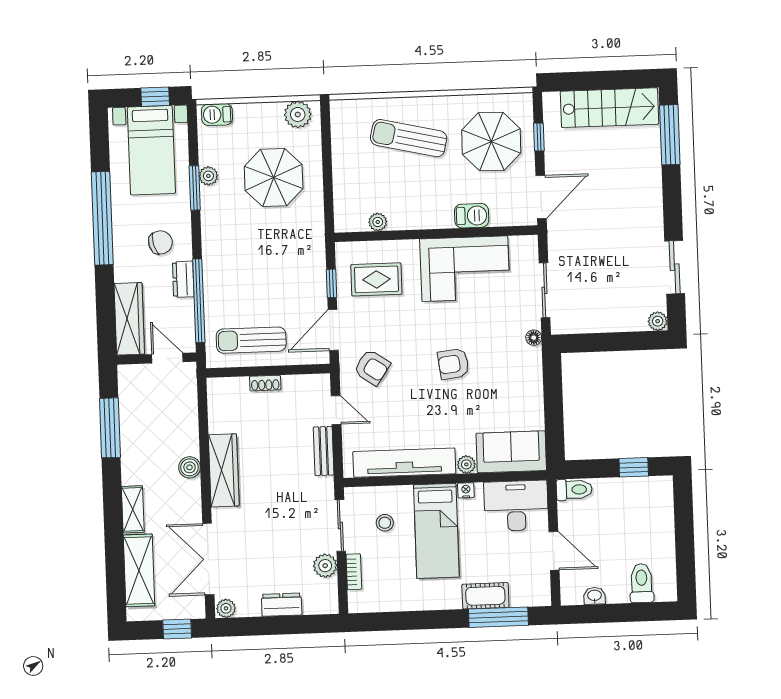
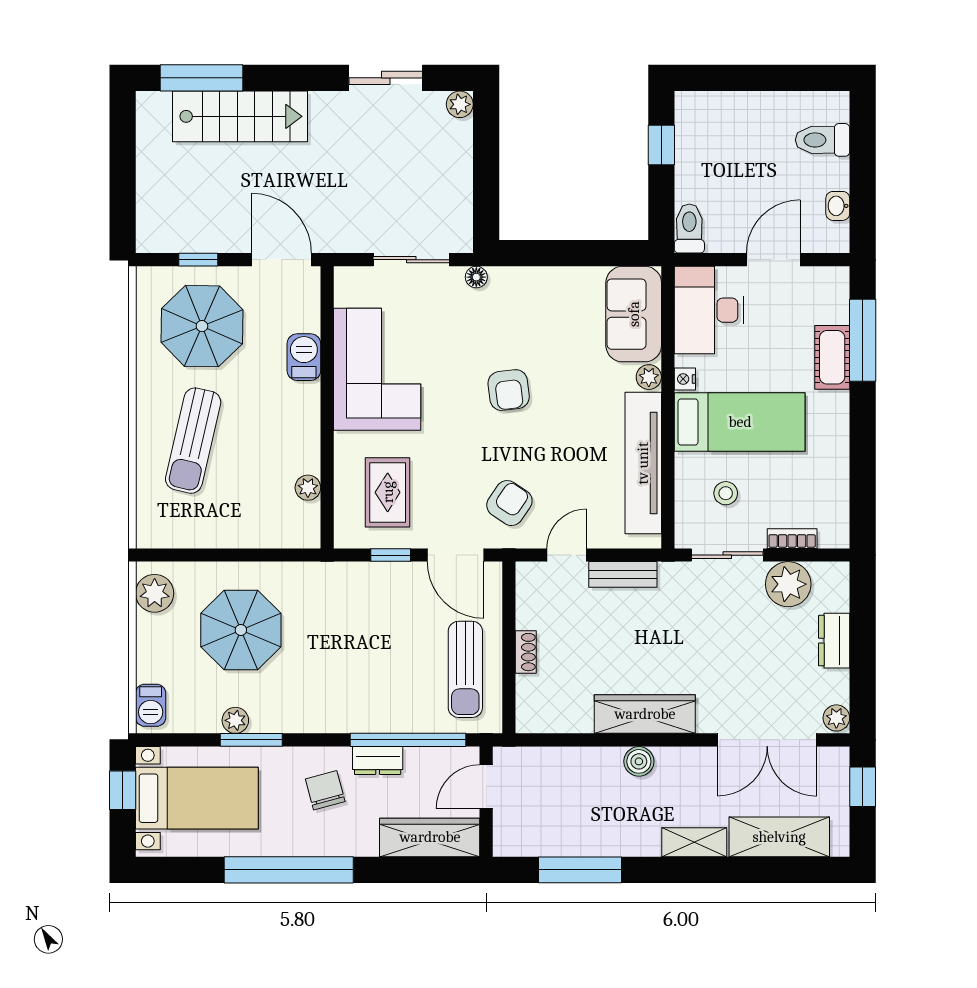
stairs: (609, 108) -> (240, 116), moved, turned 90
plant: (325, 566) -> (788, 584), width x1.36, depth x1.36

